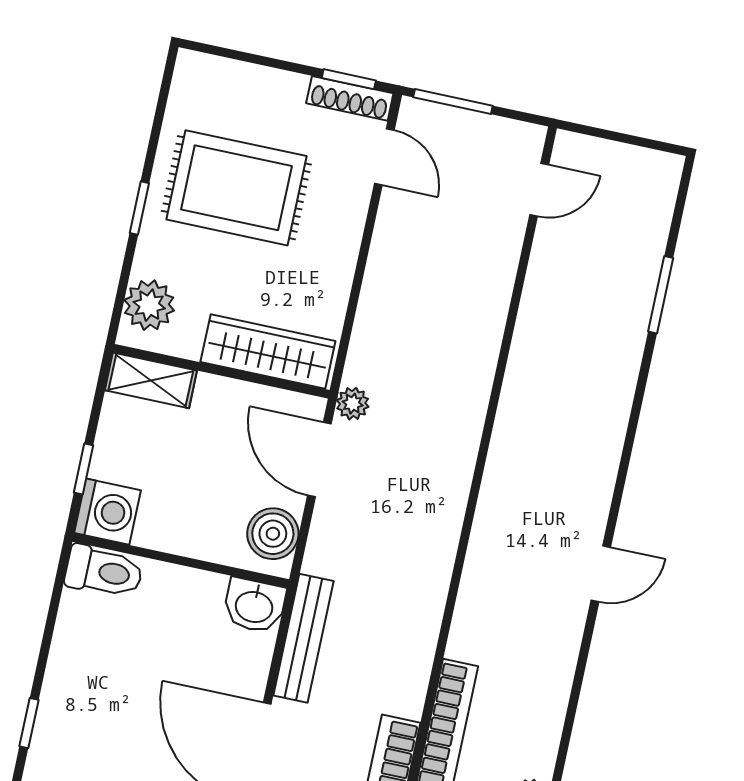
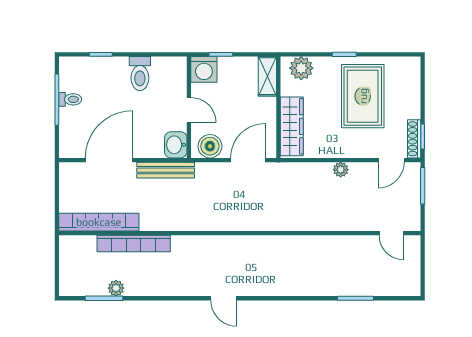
plant: (353, 404) -> (341, 170), moved
door: (187, 562) -> (189, 110), added
toilet: (104, 572) -> (140, 74), moved

